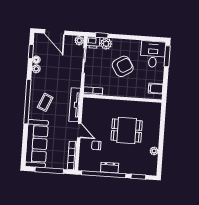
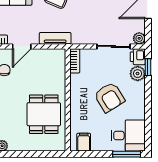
tv unit: (75, 105) -> (55, 38), width x0.71
dining table: (127, 130) -> (44, 114), moved

